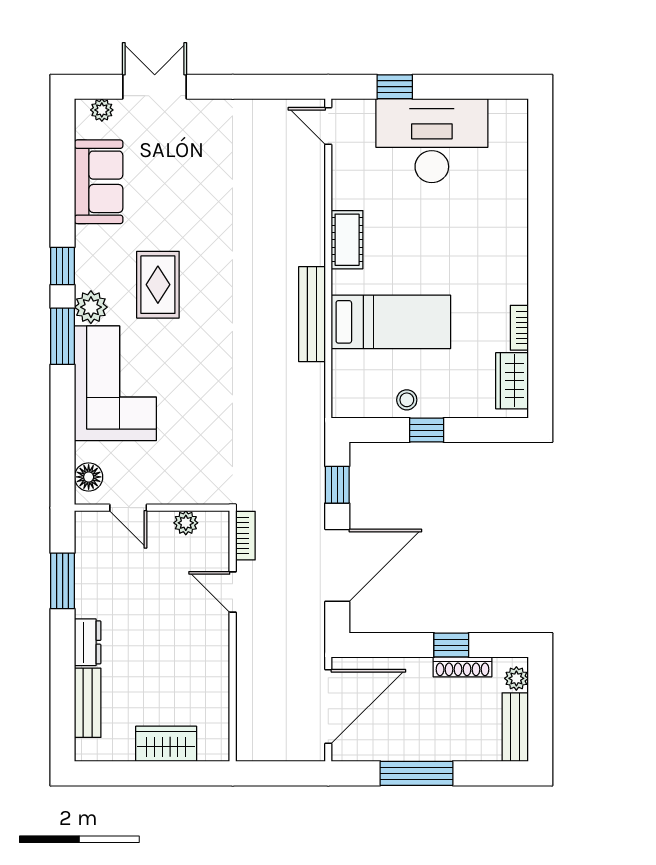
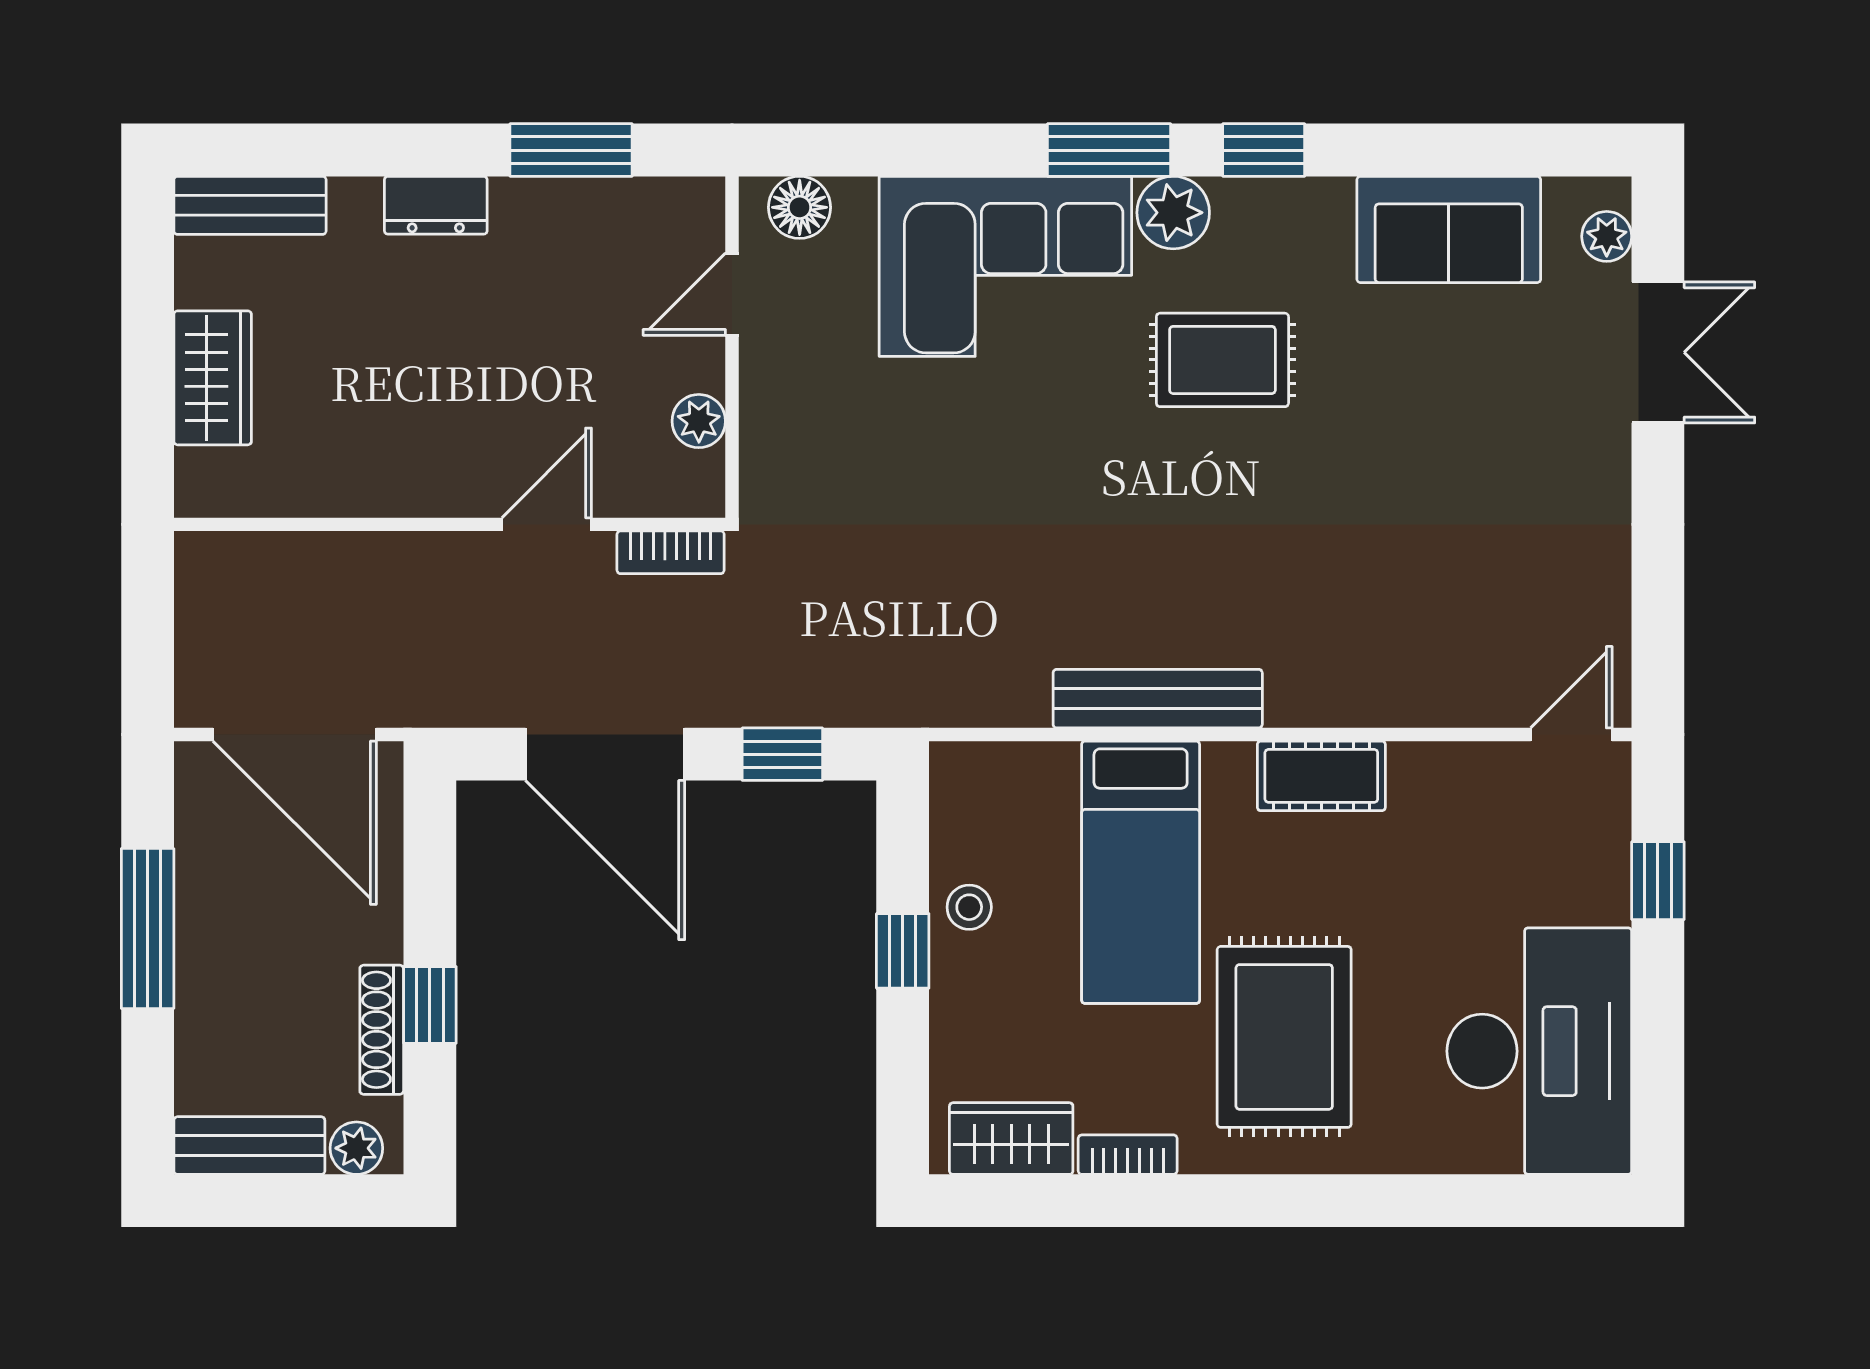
desk: (432, 141) -> (1539, 1051), moved
rug: (466, 257) -> (1284, 1037), added
bench: (88, 703) -> (250, 205), moved

